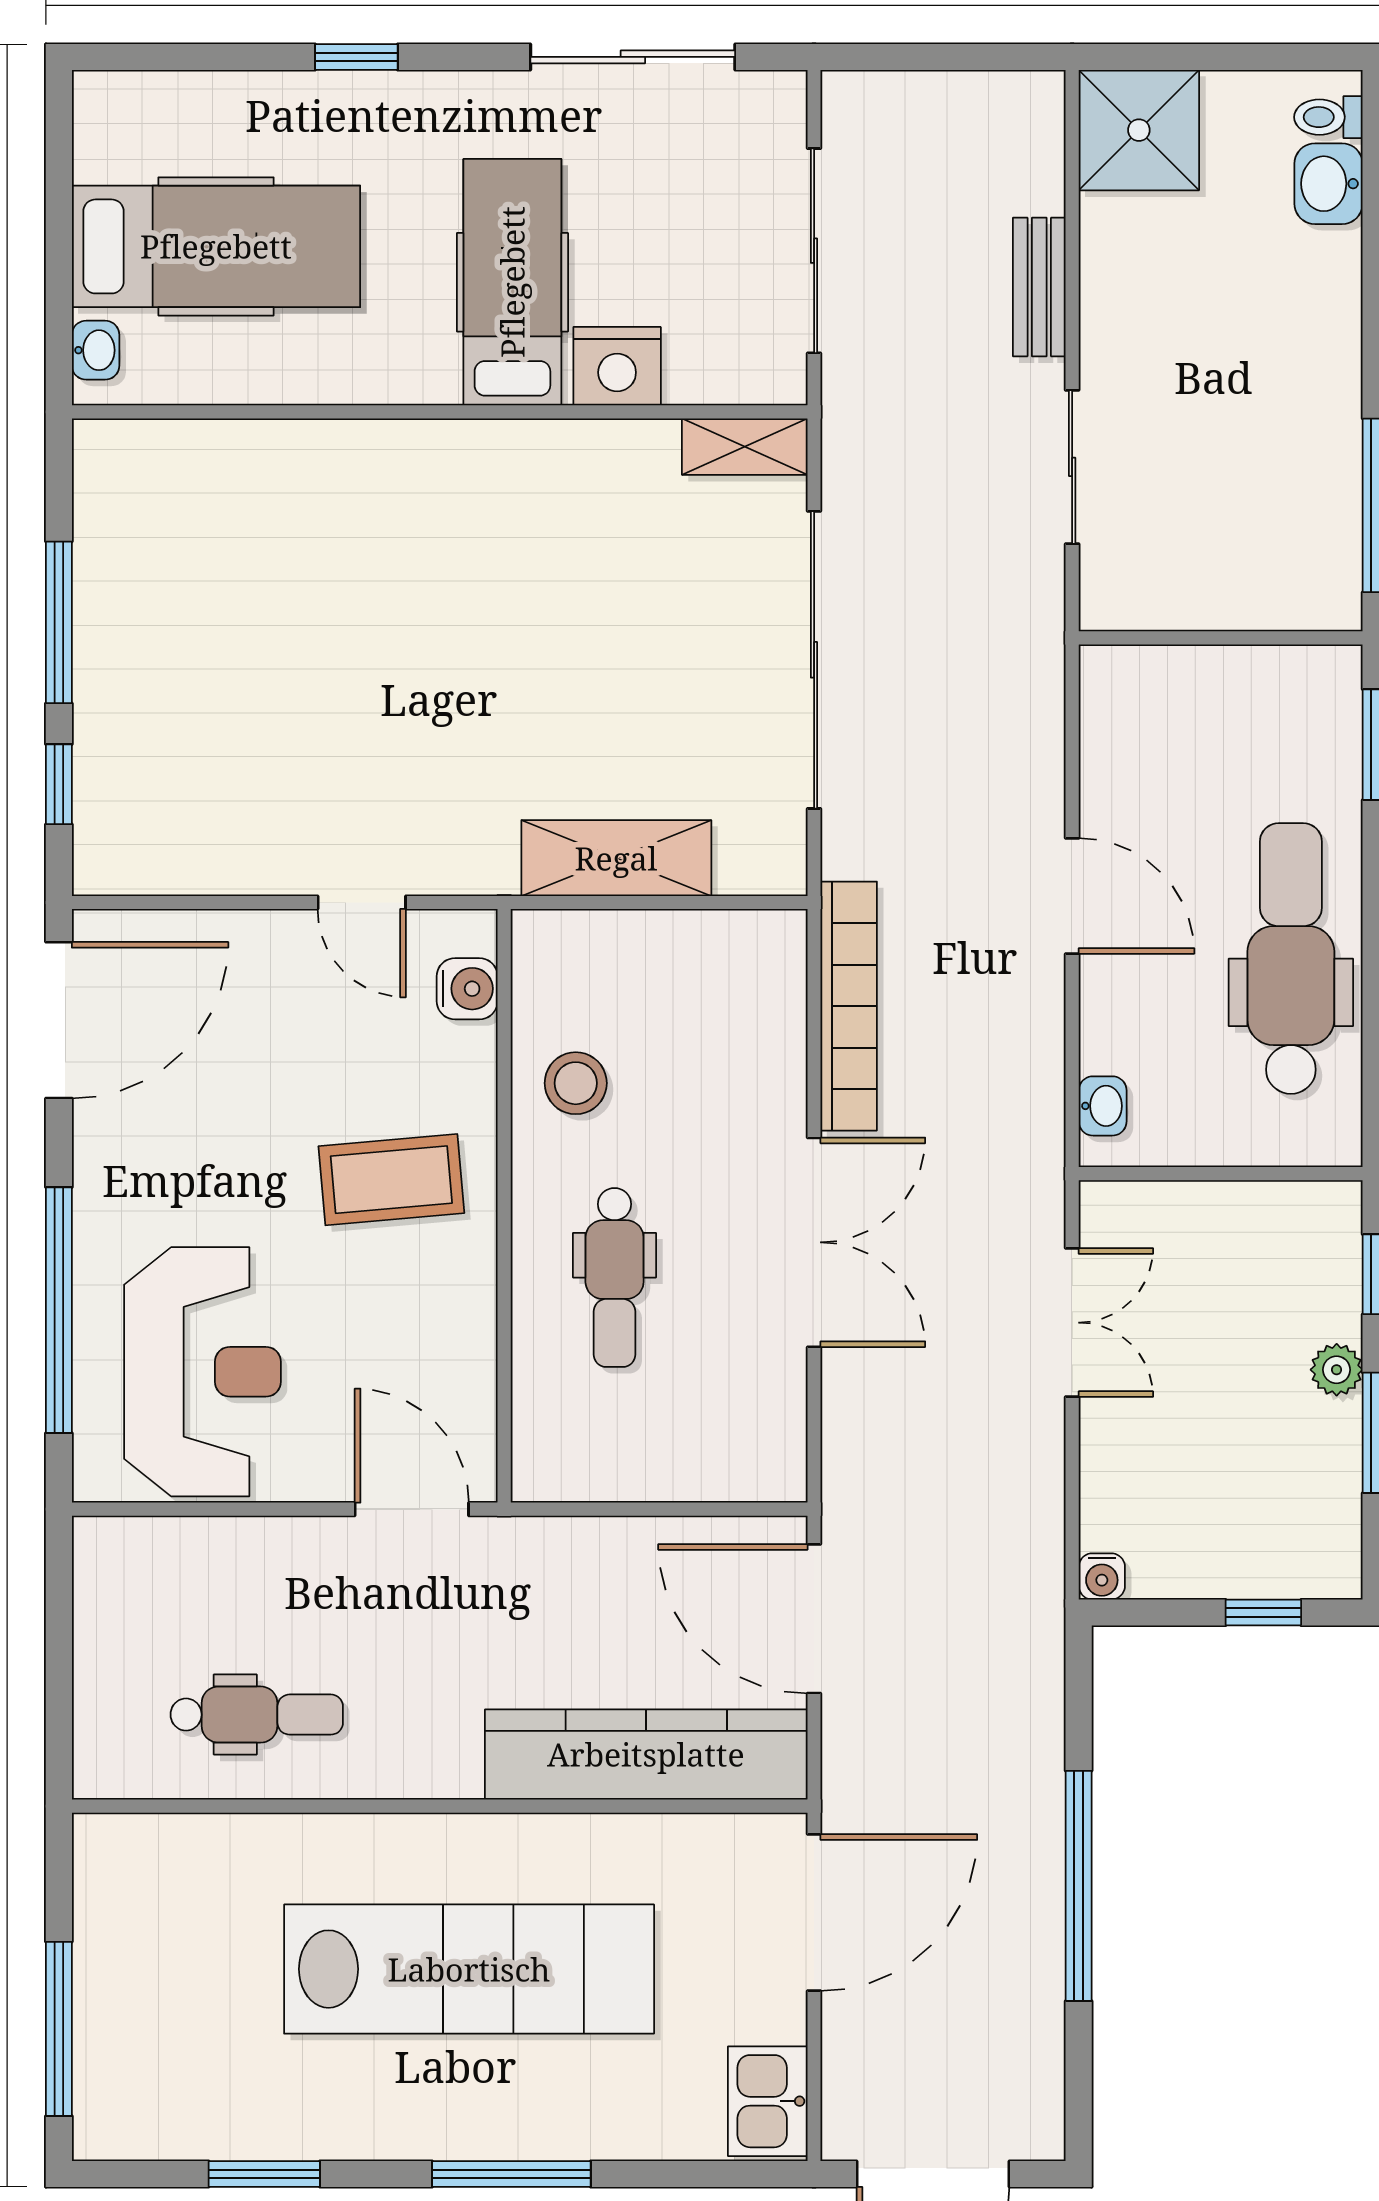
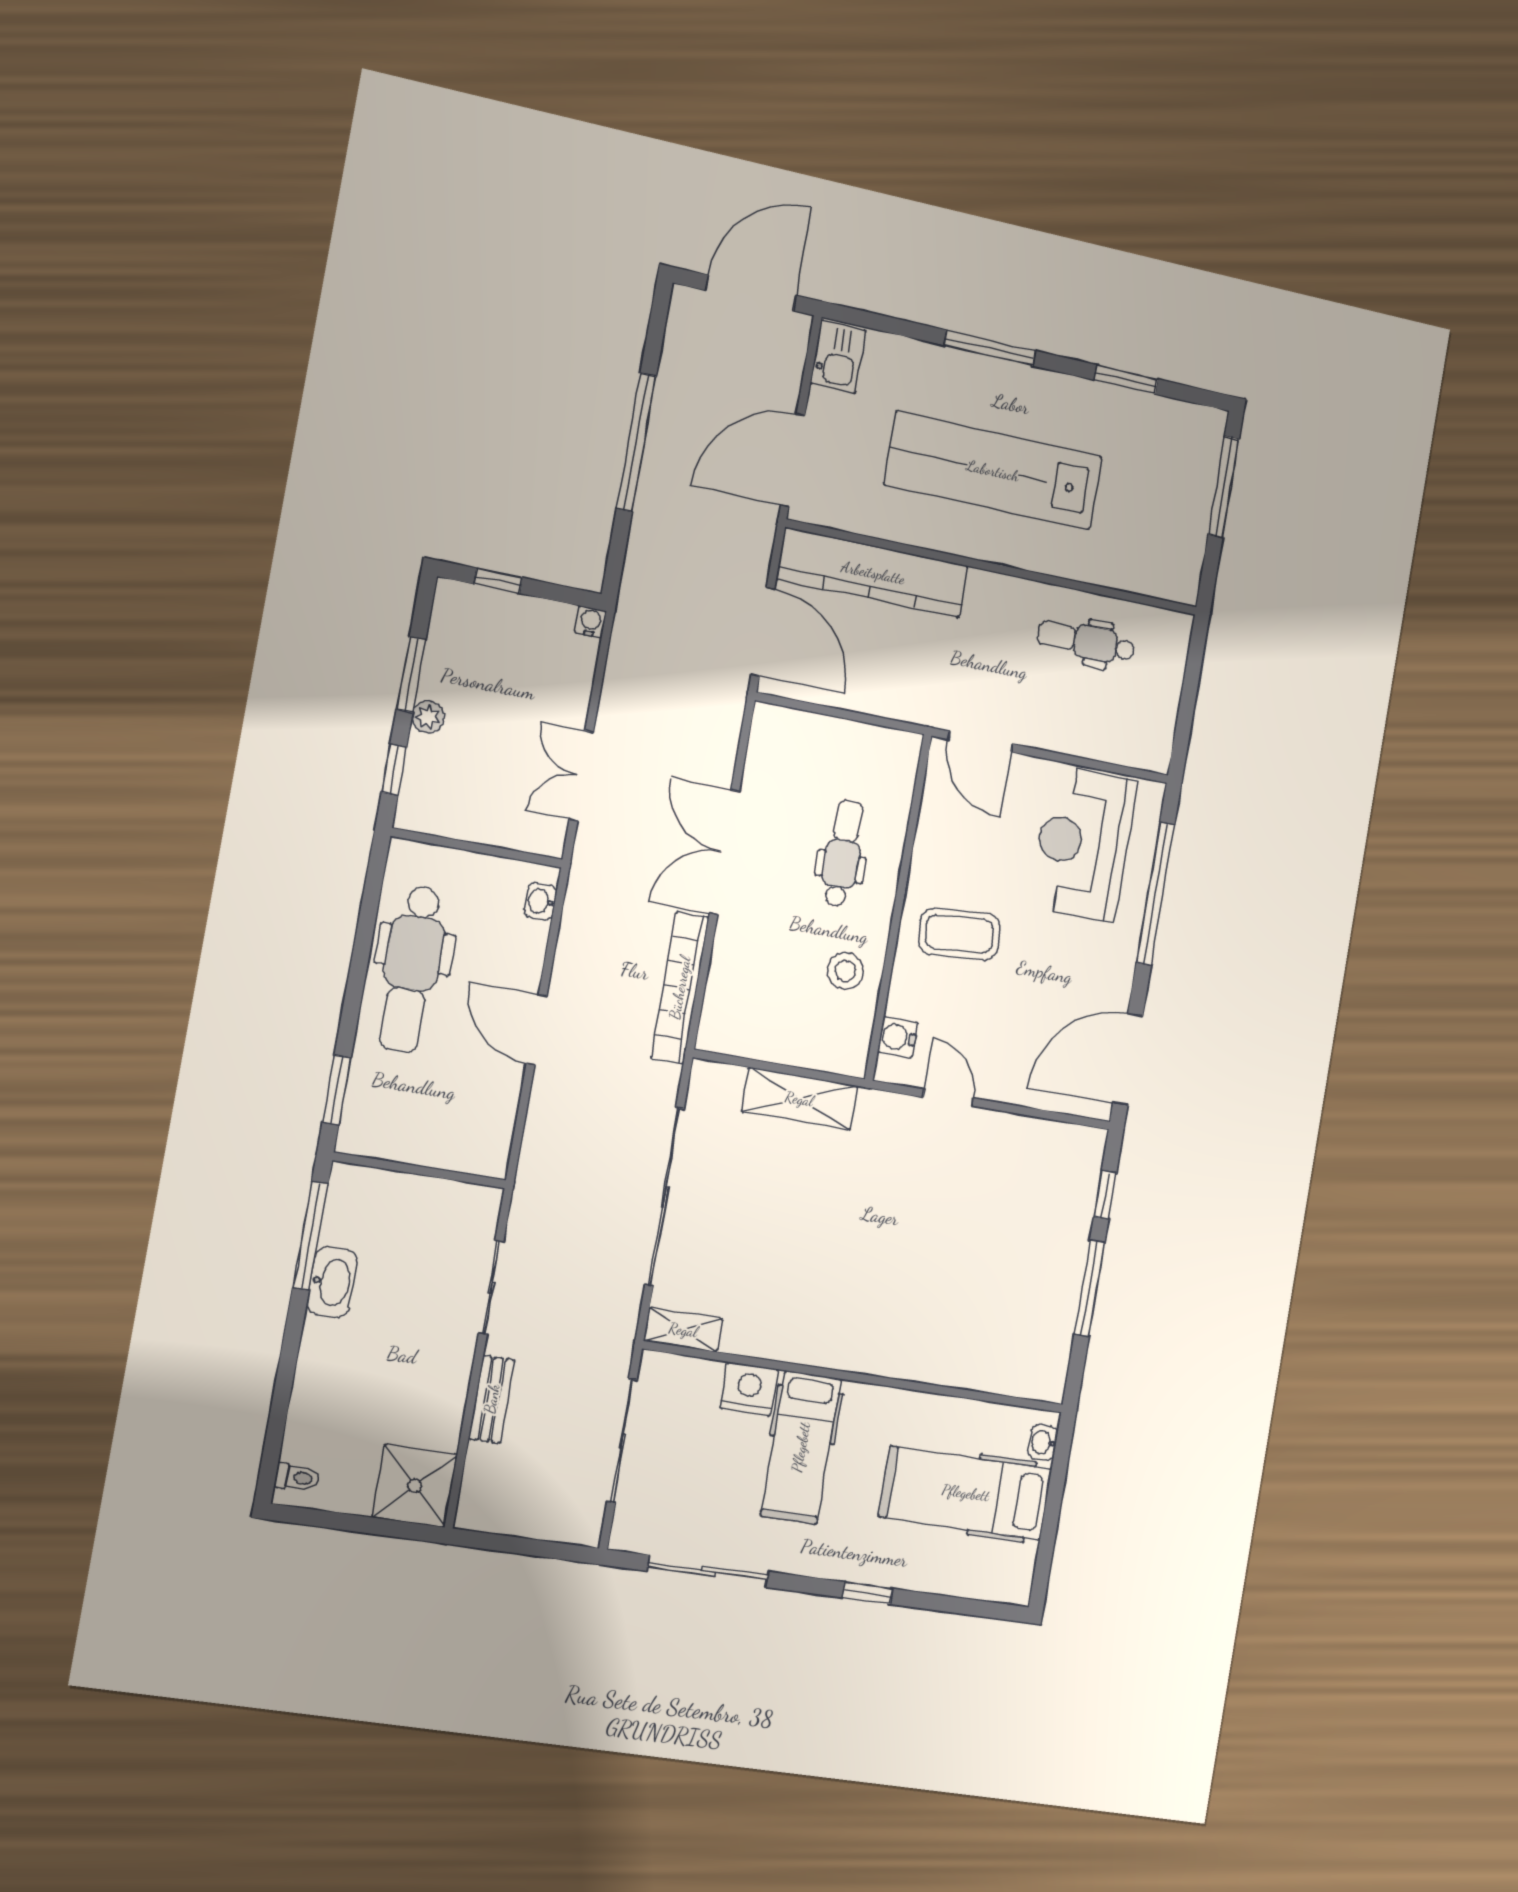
washbasin: (1329, 184) -> (332, 1282), moved, width x1.38

